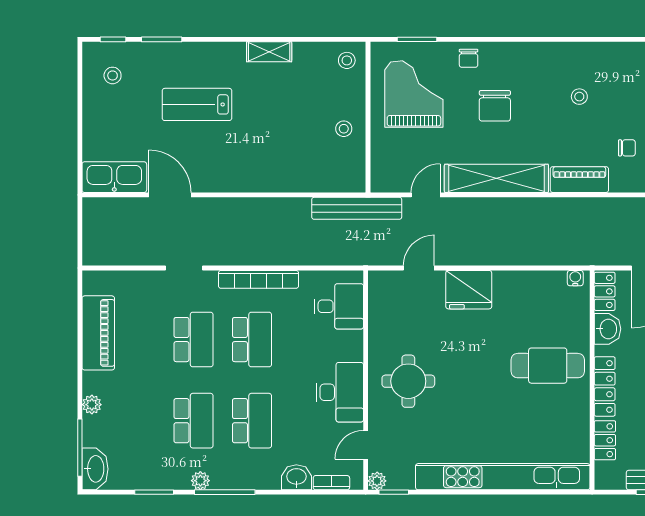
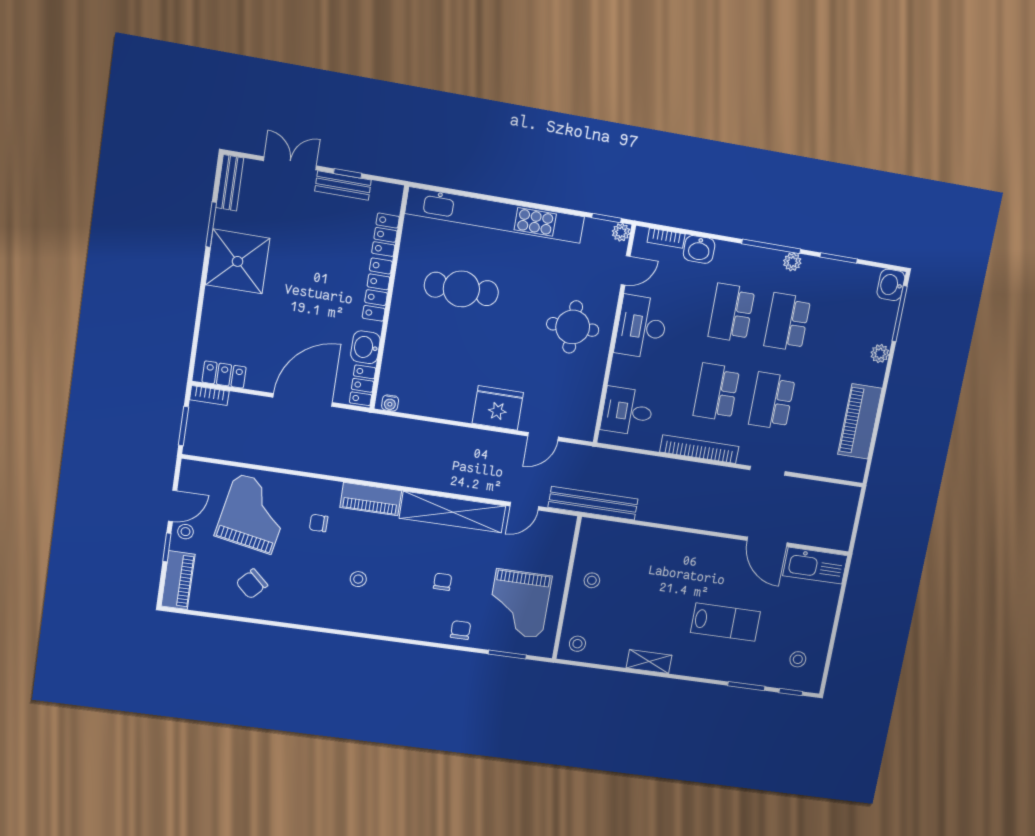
chair: (495, 106) -> (443, 582), width x0.54, depth x0.54
cafe table: (548, 366) -> (461, 289), moved
washbasin: (95, 469) -> (891, 285), width x0.72

